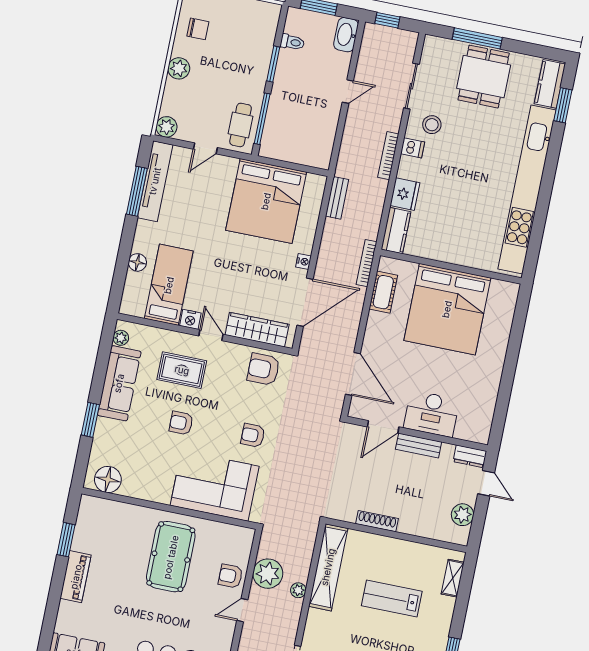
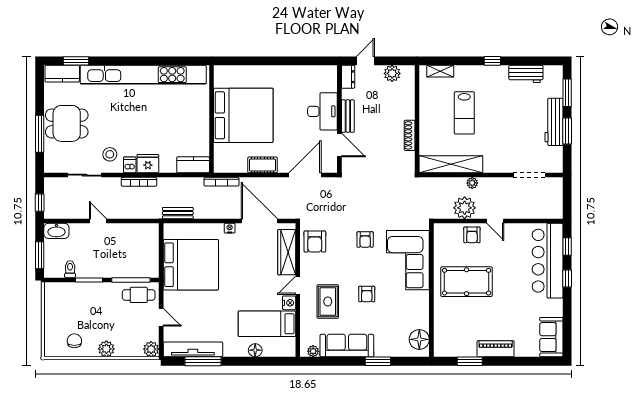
fridge: (405, 194) -> (148, 164), moved
cot: (383, 292) -> (262, 165), moved

